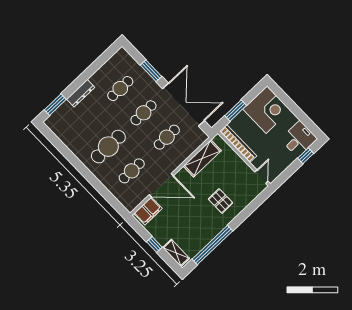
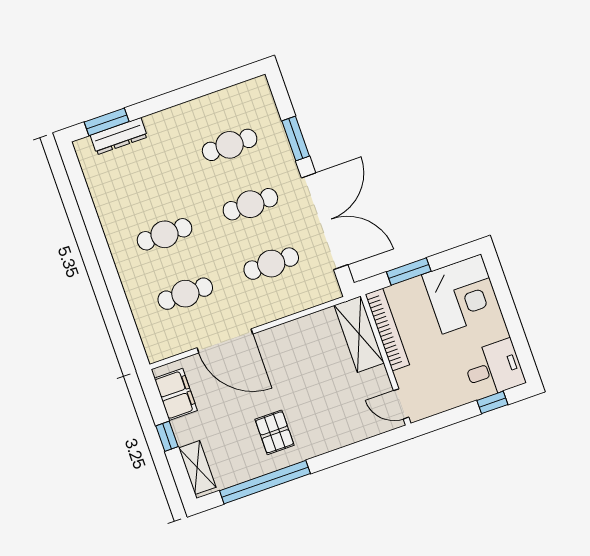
dresser: (81, 93) -> (119, 136), moved
cafe table: (108, 147) -> (164, 234), width x0.73, depth x0.74
shelving: (202, 158) -> (359, 334), moved, turned 90
door: (261, 177) -> (401, 404), swing flipped
pallet: (221, 201) -> (275, 432), moved
filing cabinet: (148, 211) -> (176, 394), moved, turned -90

